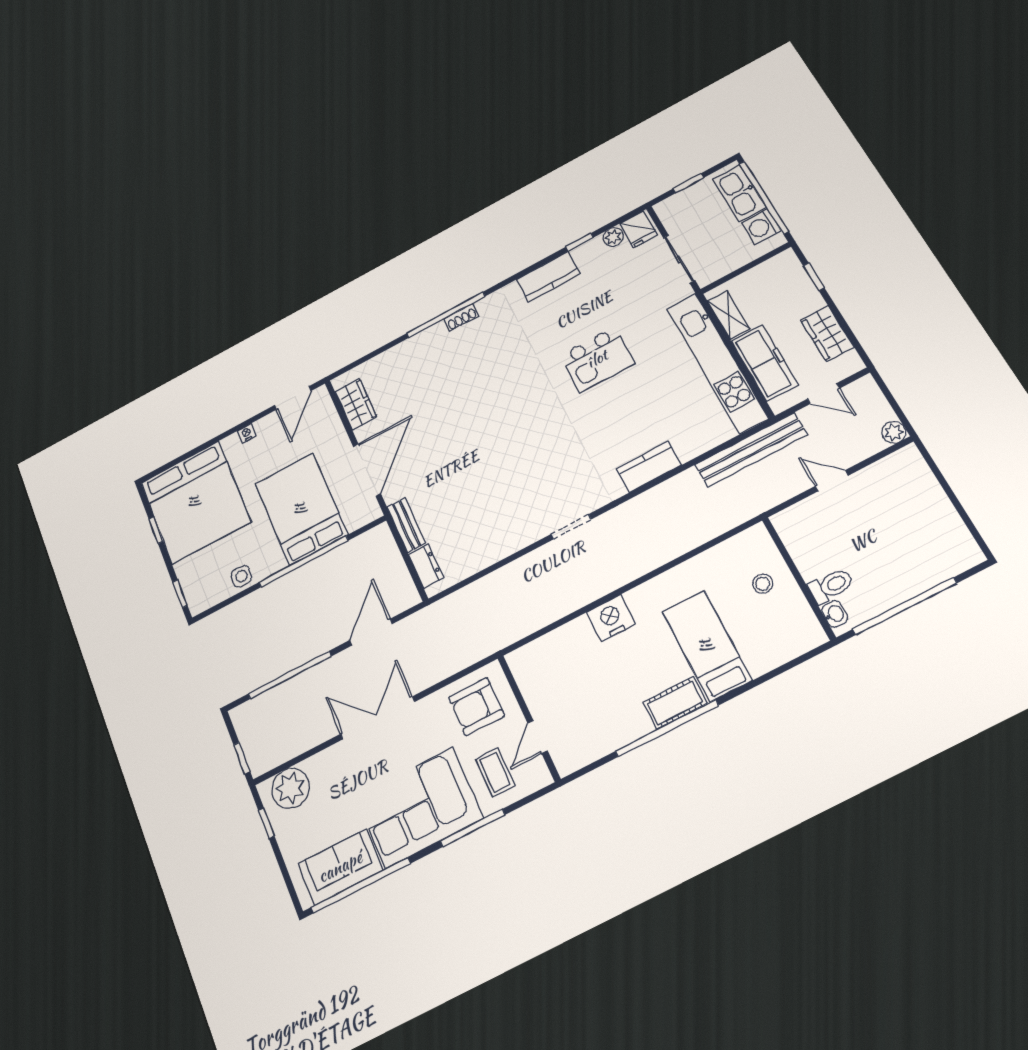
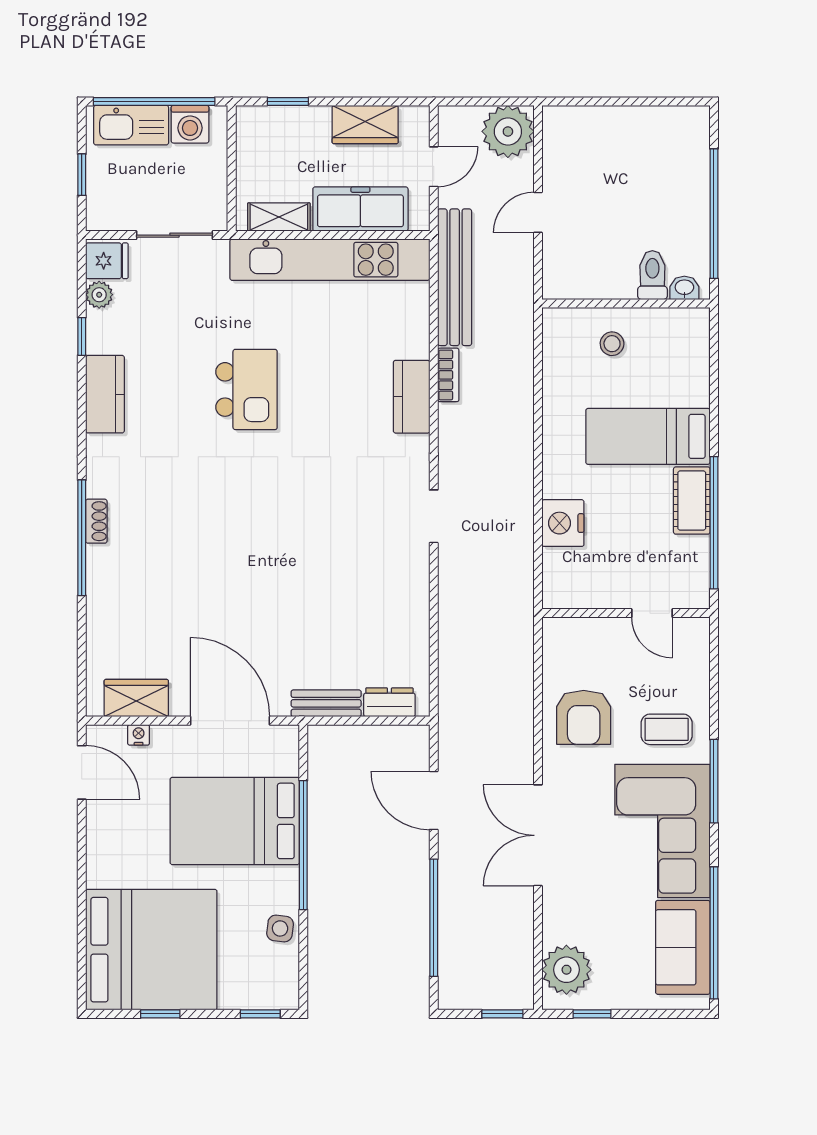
plant: (894, 432) -> (508, 131), width x1.87, depth x1.87
nightstand: (247, 433) -> (139, 735), moved, turned 90
bookcase: (678, 483) -> (448, 375), added
wall: (529, 718) -> (626, 613), moved
door: (538, 737) -> (652, 613), moved

